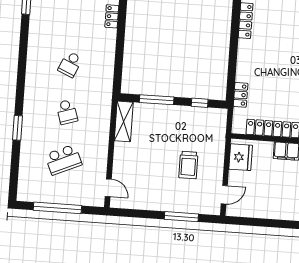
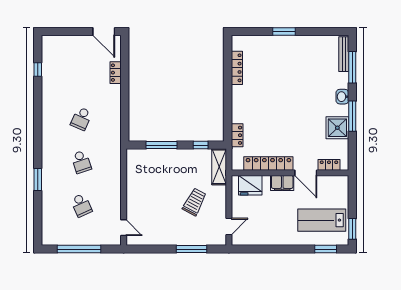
shelving: (124, 121) -> (219, 167), moved
fridge: (241, 157) -> (250, 185), moved, turned 90
school desk: (63, 160) -> (81, 205), width x0.54
trolley: (188, 165) -> (195, 202), turned -152

